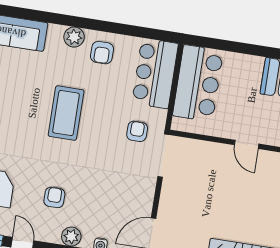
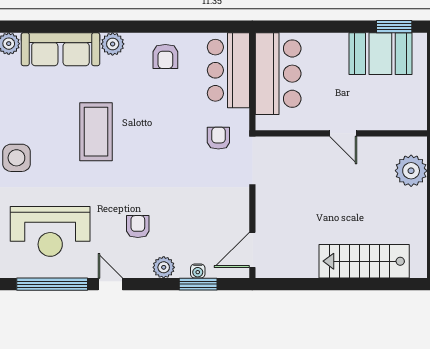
plant: (74, 37) -> (113, 44), moved
coffee table: (66, 113) -> (96, 132), moved

